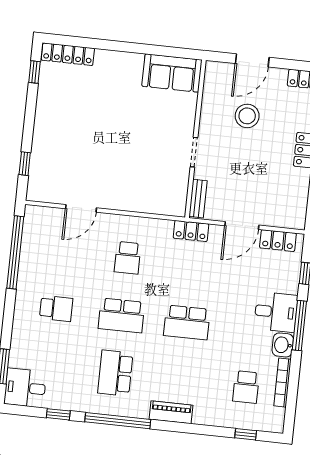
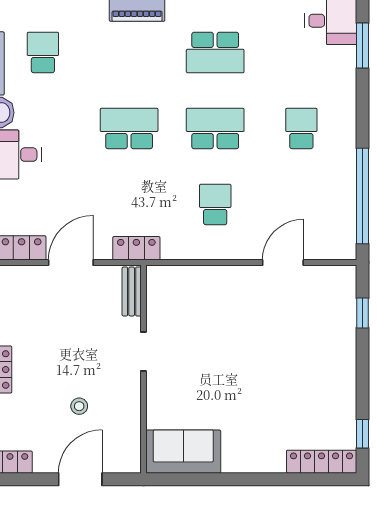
stool: (247, 116) -> (79, 406), width x0.53, depth x0.53
school desk: (56, 308) -> (301, 128), turned 90
school desk: (115, 373) -> (215, 52), turned 90

